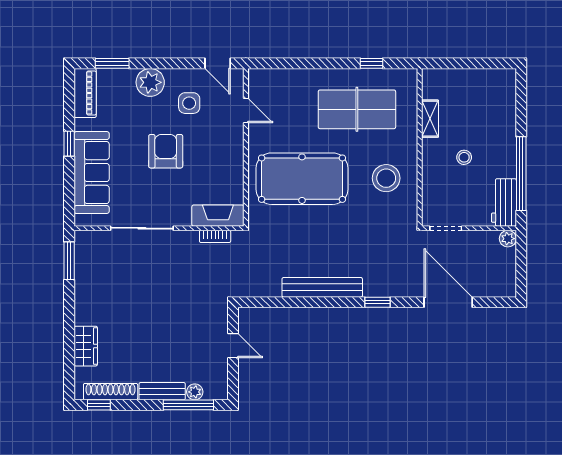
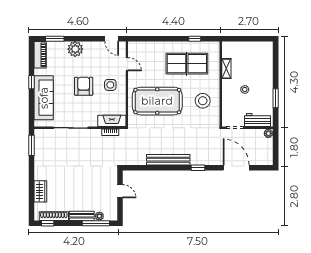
side table: (189, 103) -> (110, 85), moved
window: (521, 174) -> (276, 98), width x0.47
workbench: (504, 202) -> (258, 120), moved, turned 90

